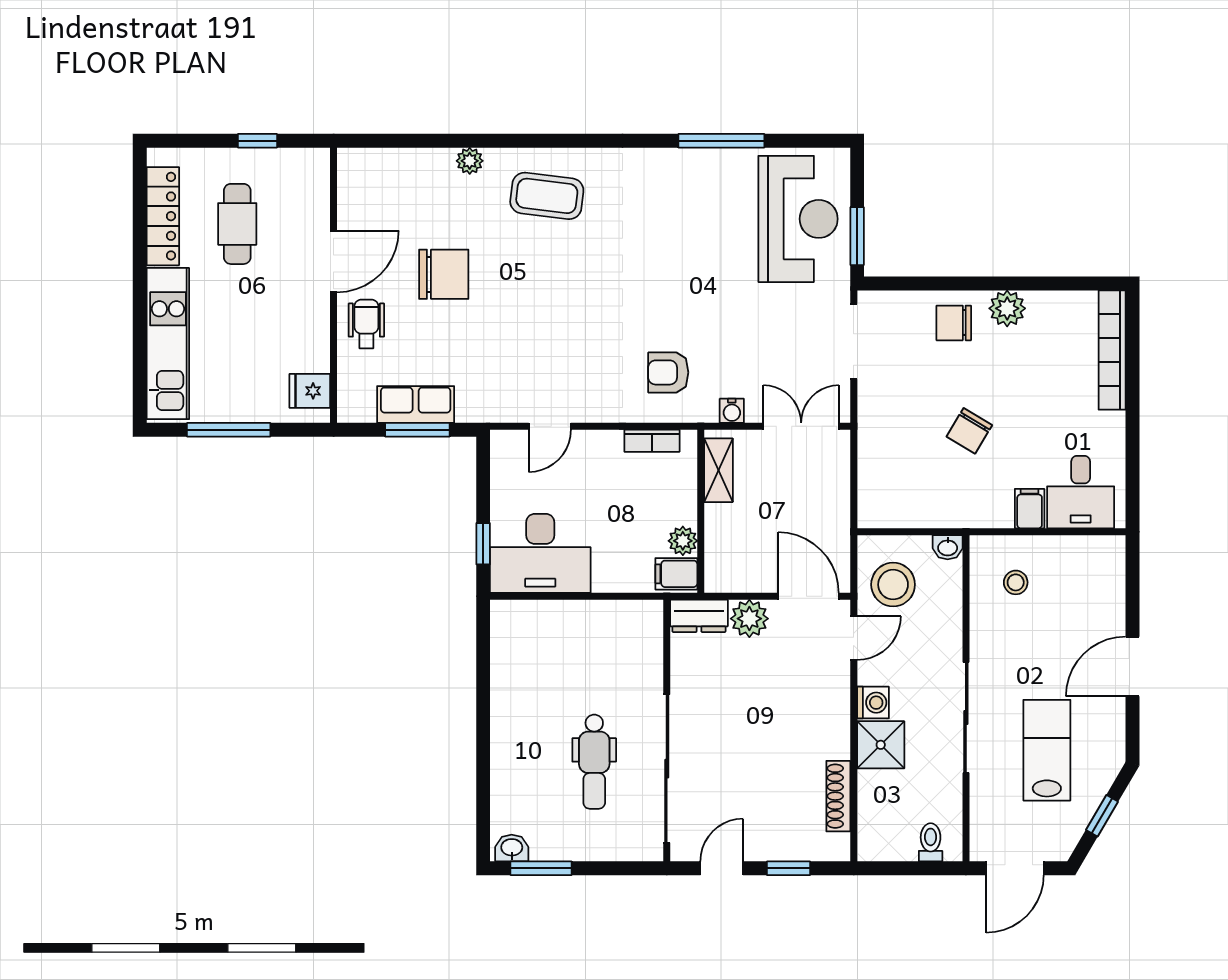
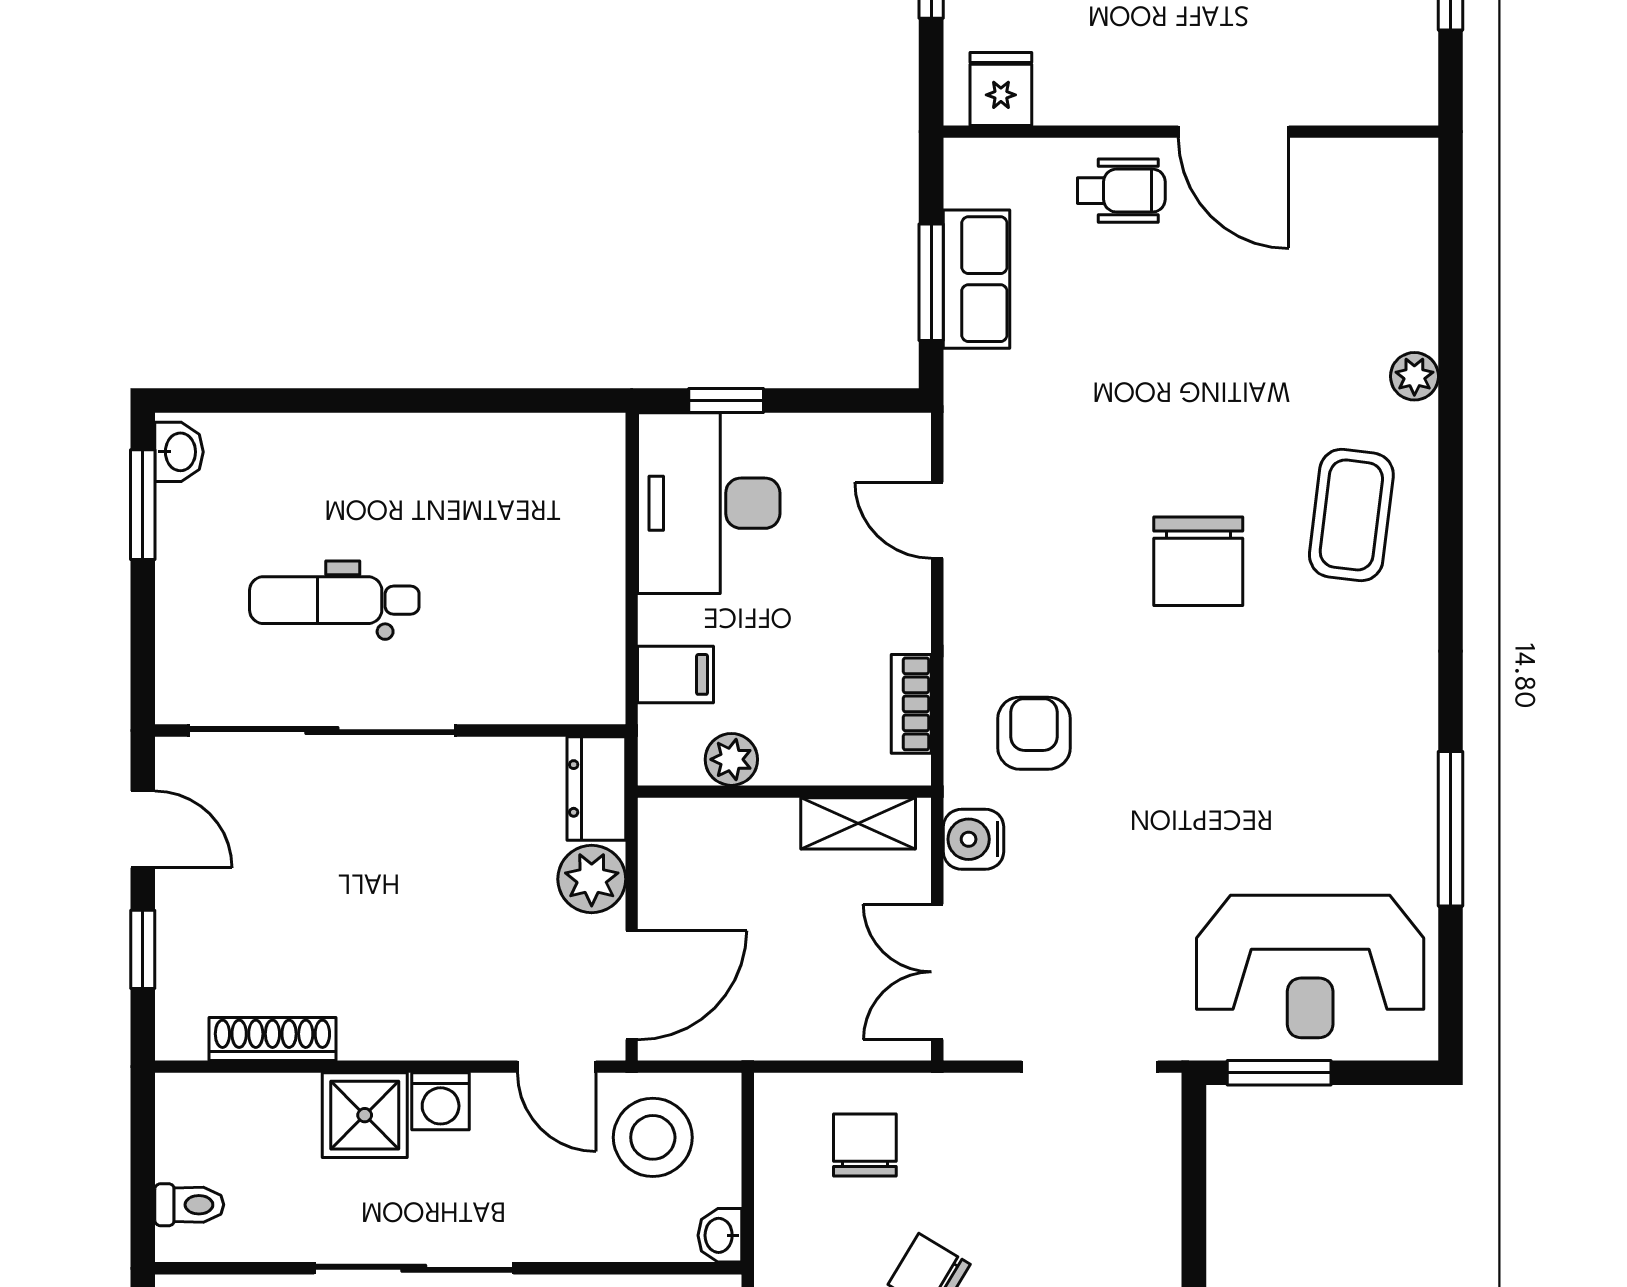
chair: (444, 274) -> (1198, 561), moved
chair: (954, 323) -> (865, 1145), moved
water cooler: (732, 411) -> (973, 839), width x1.38, depth x1.38
double door: (801, 426) -> (937, 972), swing flipped
filing cabinet: (676, 574) -> (676, 674), moved, turned 90

